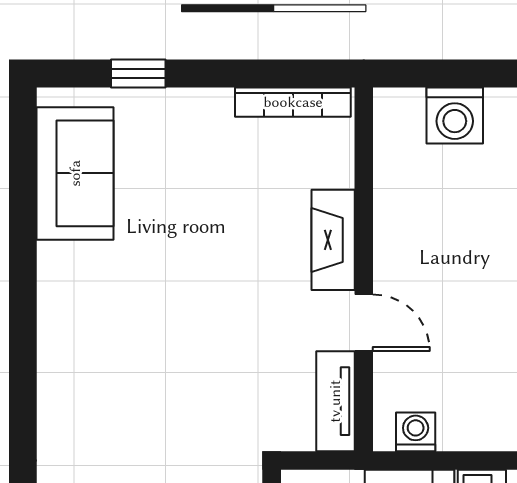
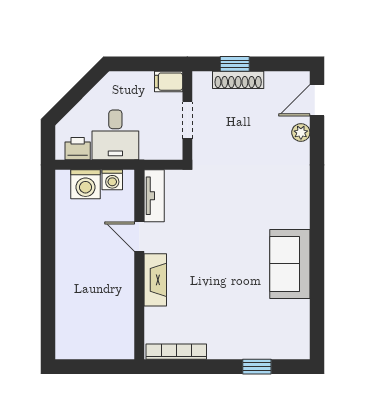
washing machine: (455, 115) -> (86, 184), moved, turned 180
sofa: (75, 173) -> (290, 264), moved

